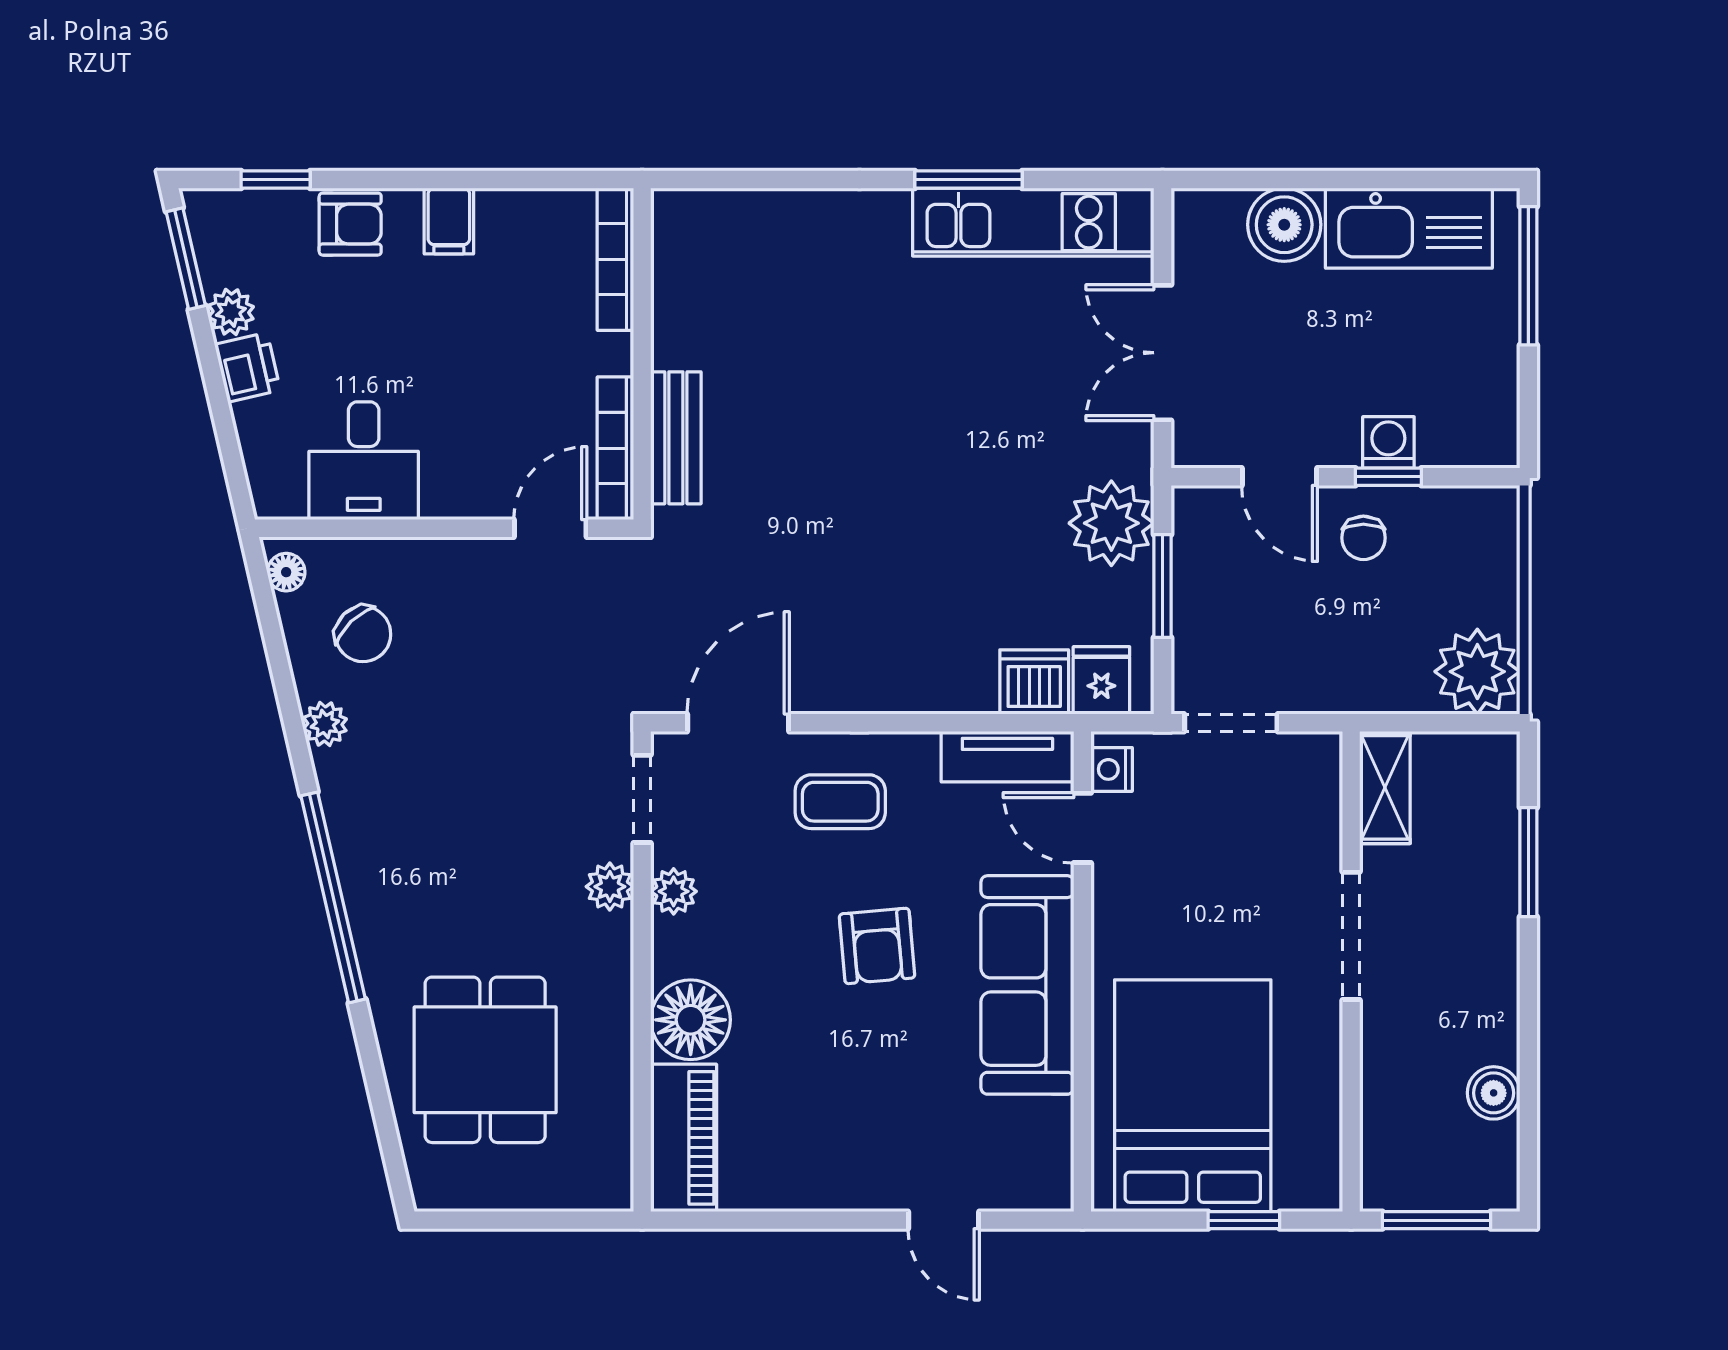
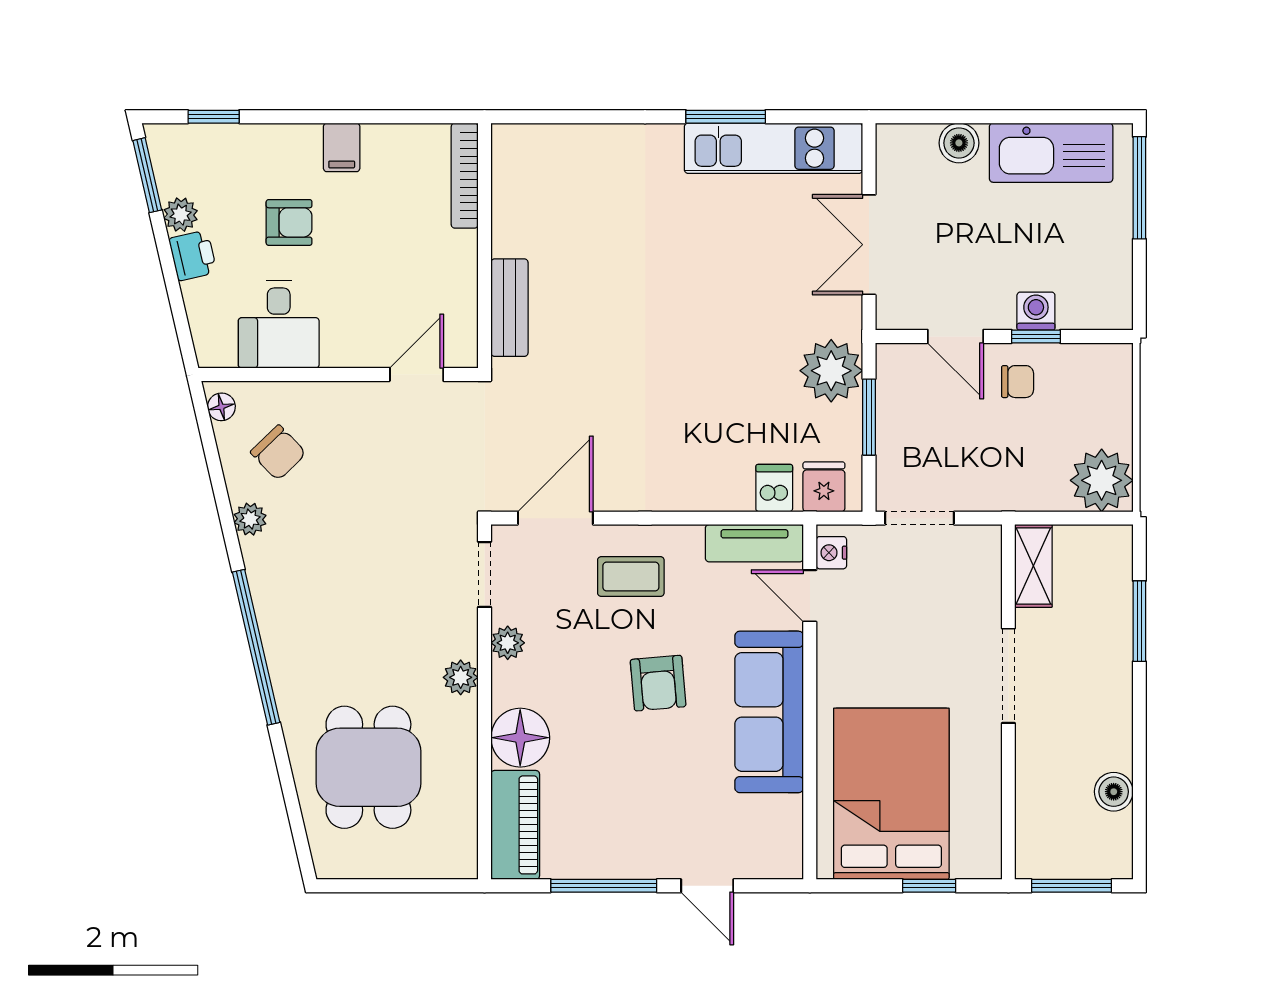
armchair: (350, 224) -> (289, 222), moved
boiler: (1284, 225) -> (959, 143), width x0.73, depth x0.73
bookcase: (615, 448) -> (465, 315), removed
chair: (1363, 538) -> (1018, 382), turned -90
dishwasher: (1034, 682) -> (774, 488), width x0.73
plant: (610, 887) -> (461, 677), moved
window: (804, 1220) -> (604, 886), added

